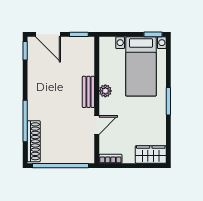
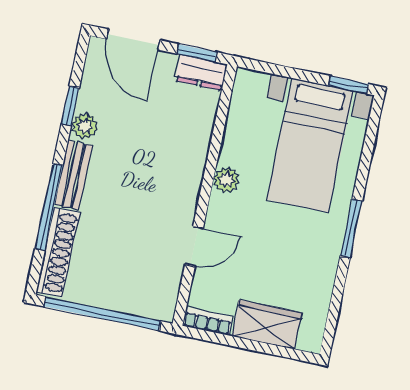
dresser: (83, 43) -> (201, 73), added
window: (25, 51) -> (70, 106), moved
plant: (34, 80) -> (85, 126), added
bench: (88, 92) -> (73, 175), moved
wardrobe: (151, 154) -> (267, 324), moved

